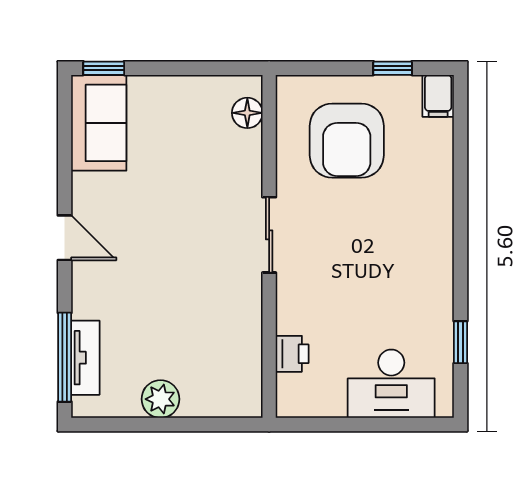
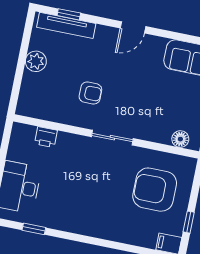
armchair: (197, 290) -> (90, 93), added
window: (65, 357) -> (69, 14), width x0.46
tv unit: (85, 358) -> (66, 25), width x1.41

